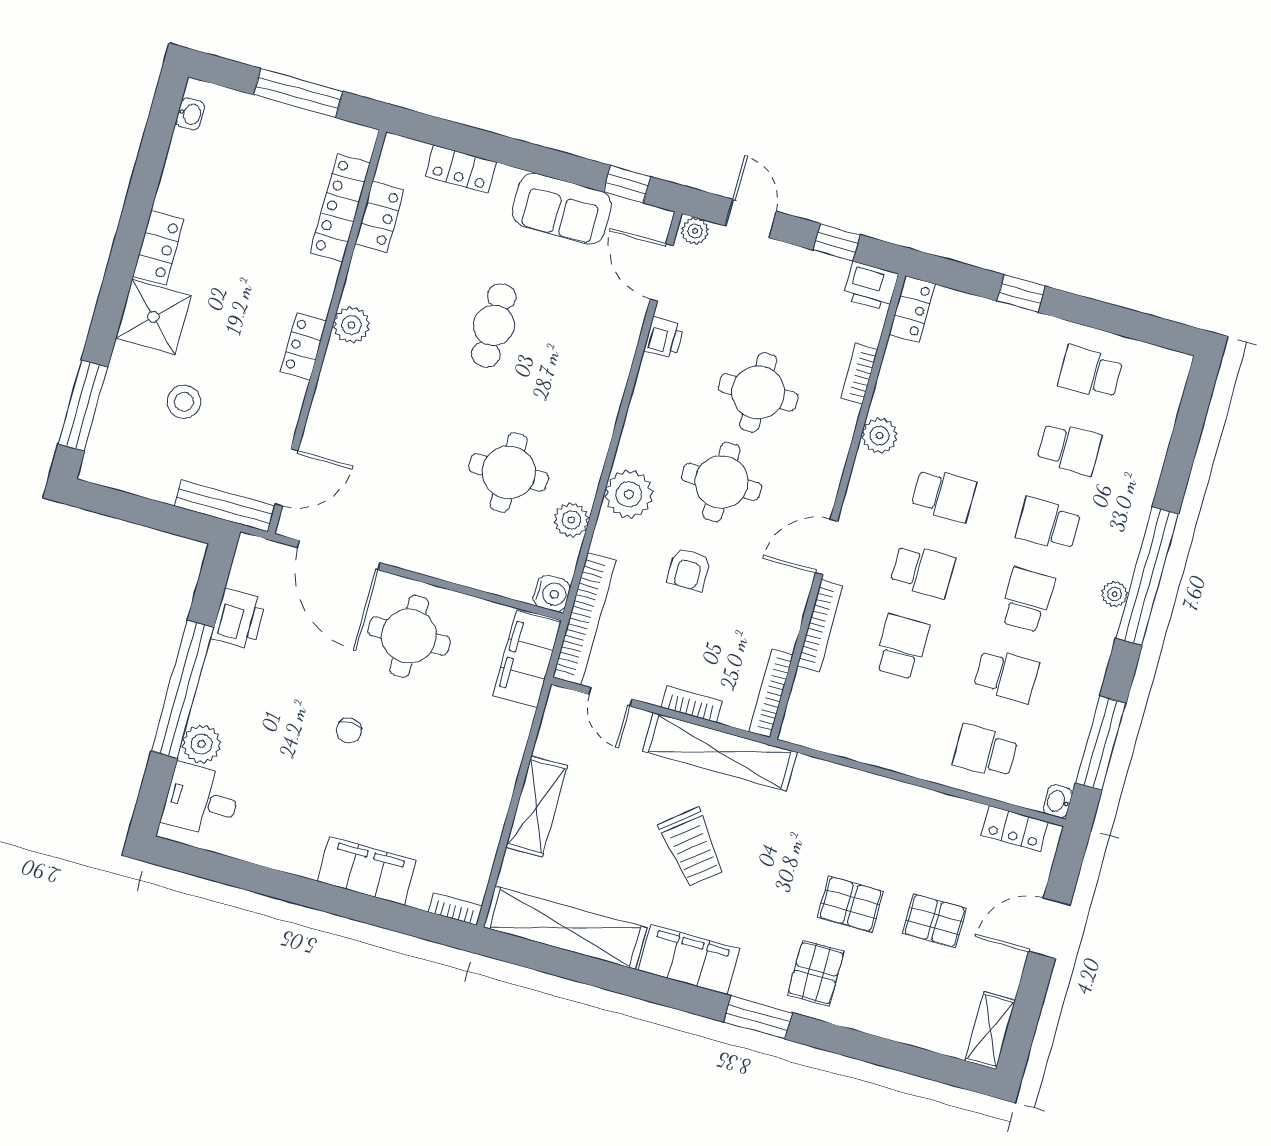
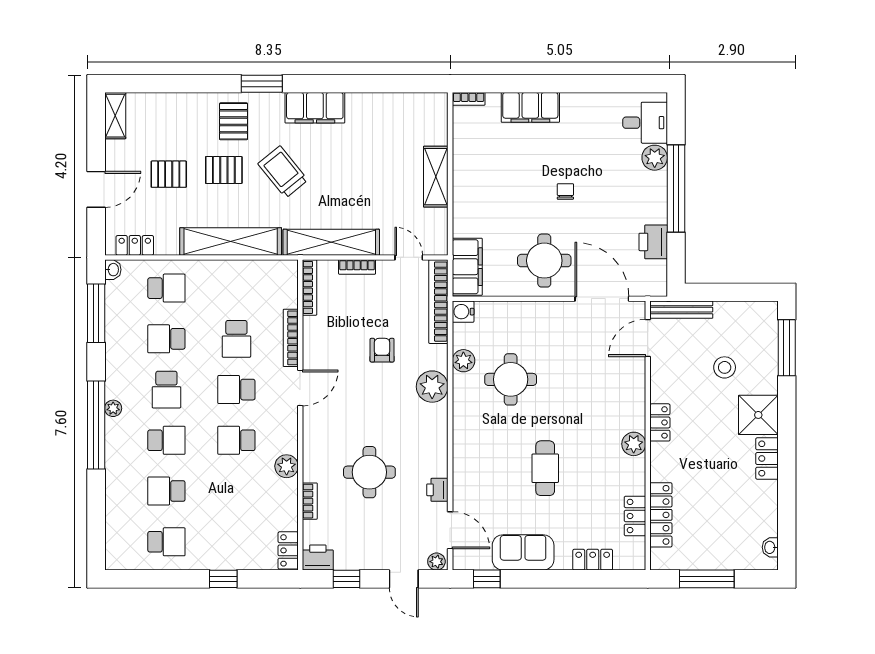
round table: (721, 482) -> (377, 410), removed
trolley: (692, 847) -> (283, 172), moved
shelving: (565, 928) -> (231, 241), moved

